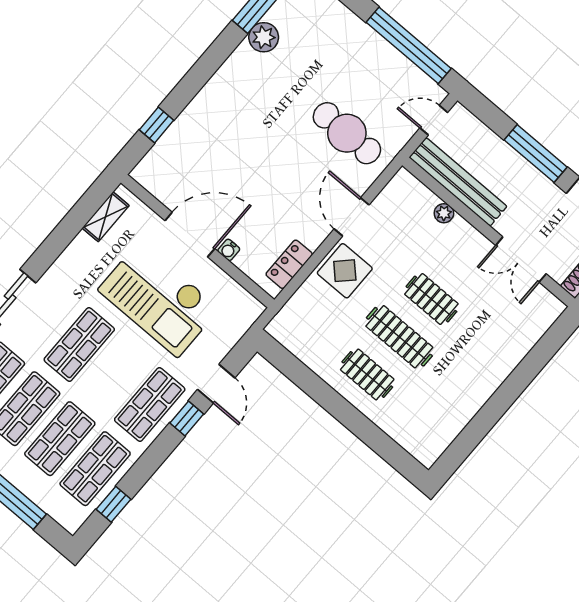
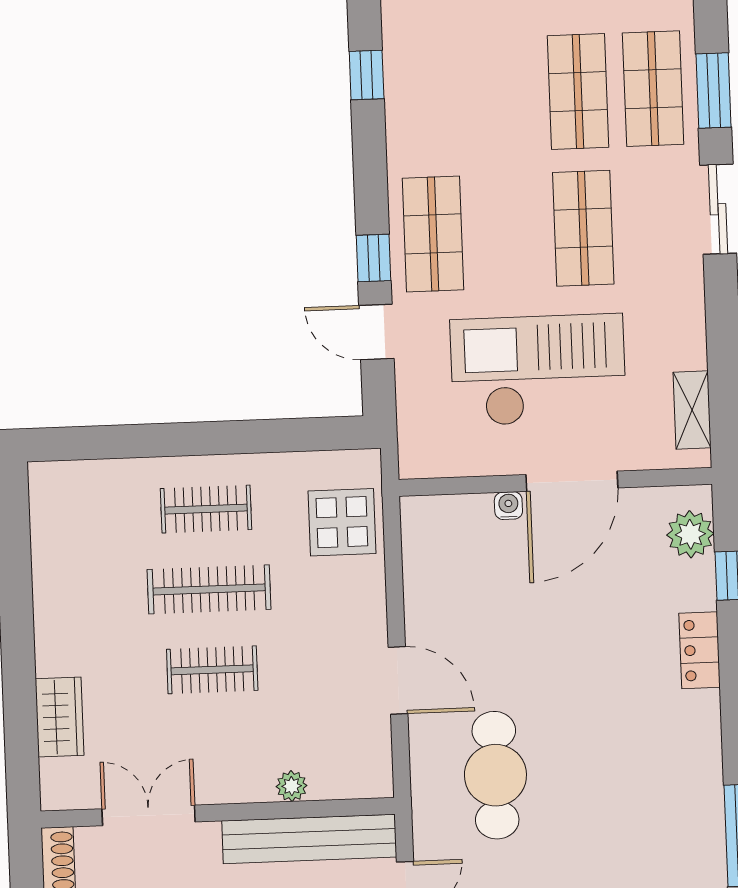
plant: (264, 37) -> (690, 534), moved
cafe table: (347, 133) -> (495, 775), turned 90
locker: (289, 264) -> (700, 650), moved, turned 180
display table: (345, 271) -> (342, 522), moved
wardrobe: (520, 341) -> (60, 717), added
shop shelf: (60, 439) -> (503, 94), removed
shop shelf: (95, 469) -> (428, 97), removed

